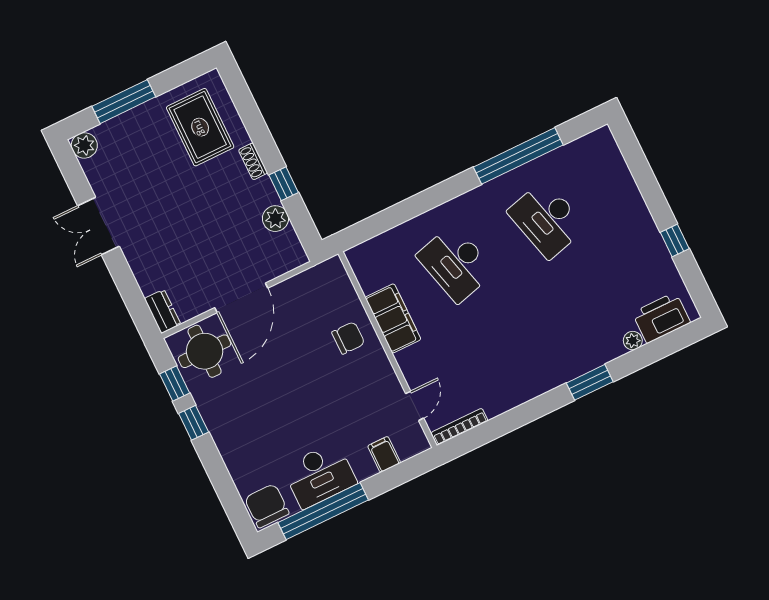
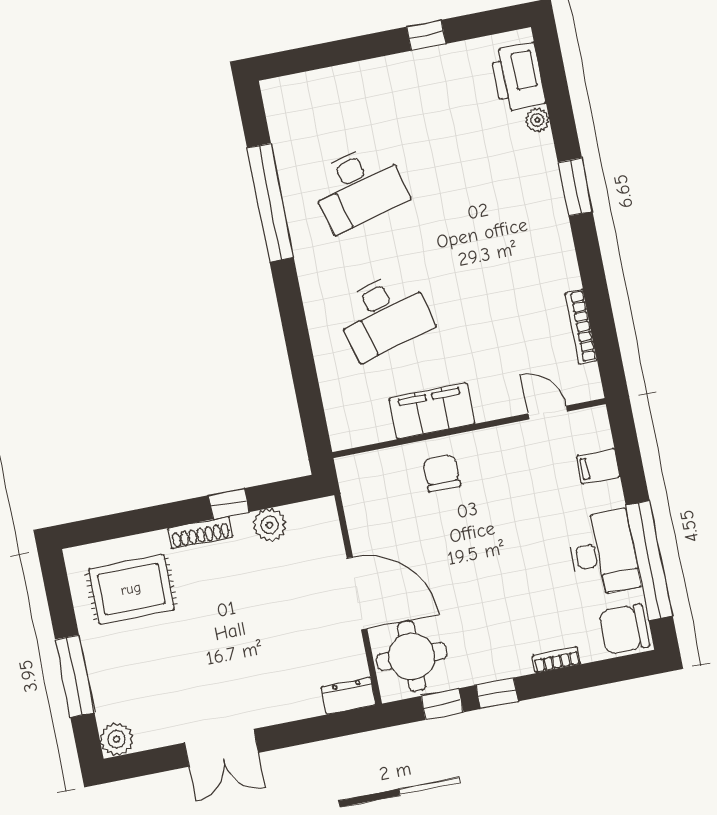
shoe rack: (253, 161) -> (200, 533), width x1.43
bookcase: (460, 427) -> (581, 327), moved
bookcase: (230, 461) -> (556, 660), added

